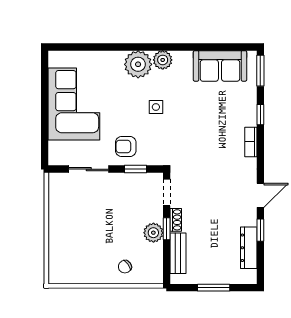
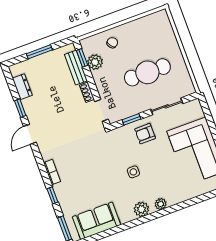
plant: (138, 64) -> (161, 204), width x0.53, depth x0.53
armchair: (126, 147) -> (145, 134), turned 180
cafe table: (97, 217) -> (147, 72), added
window: (167, 229) -> (82, 58), moved
plant: (153, 233) -> (95, 62), moved
dresser: (249, 248) -> (22, 87), width x0.70

